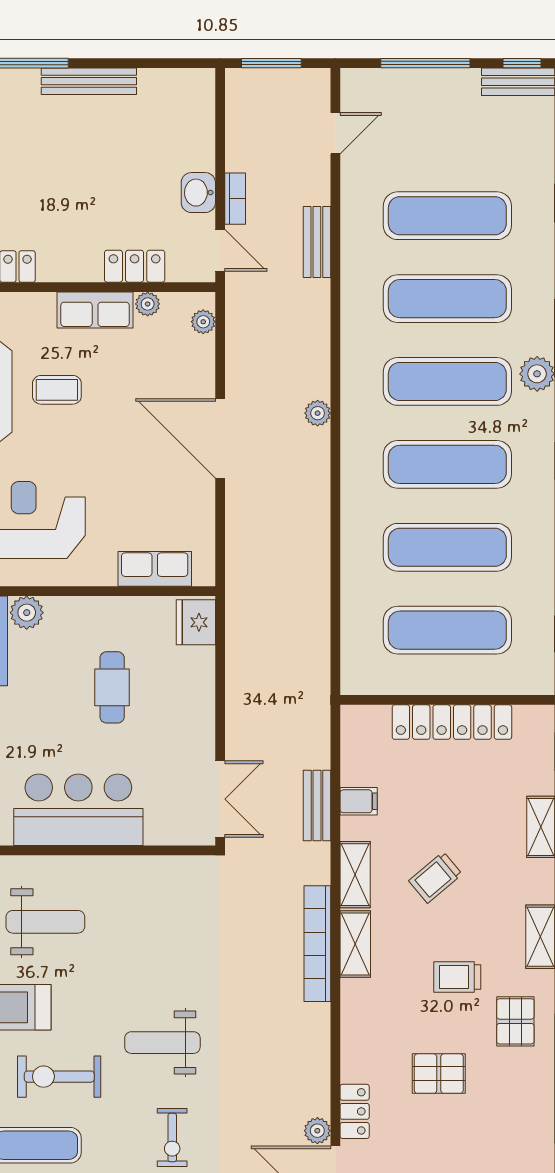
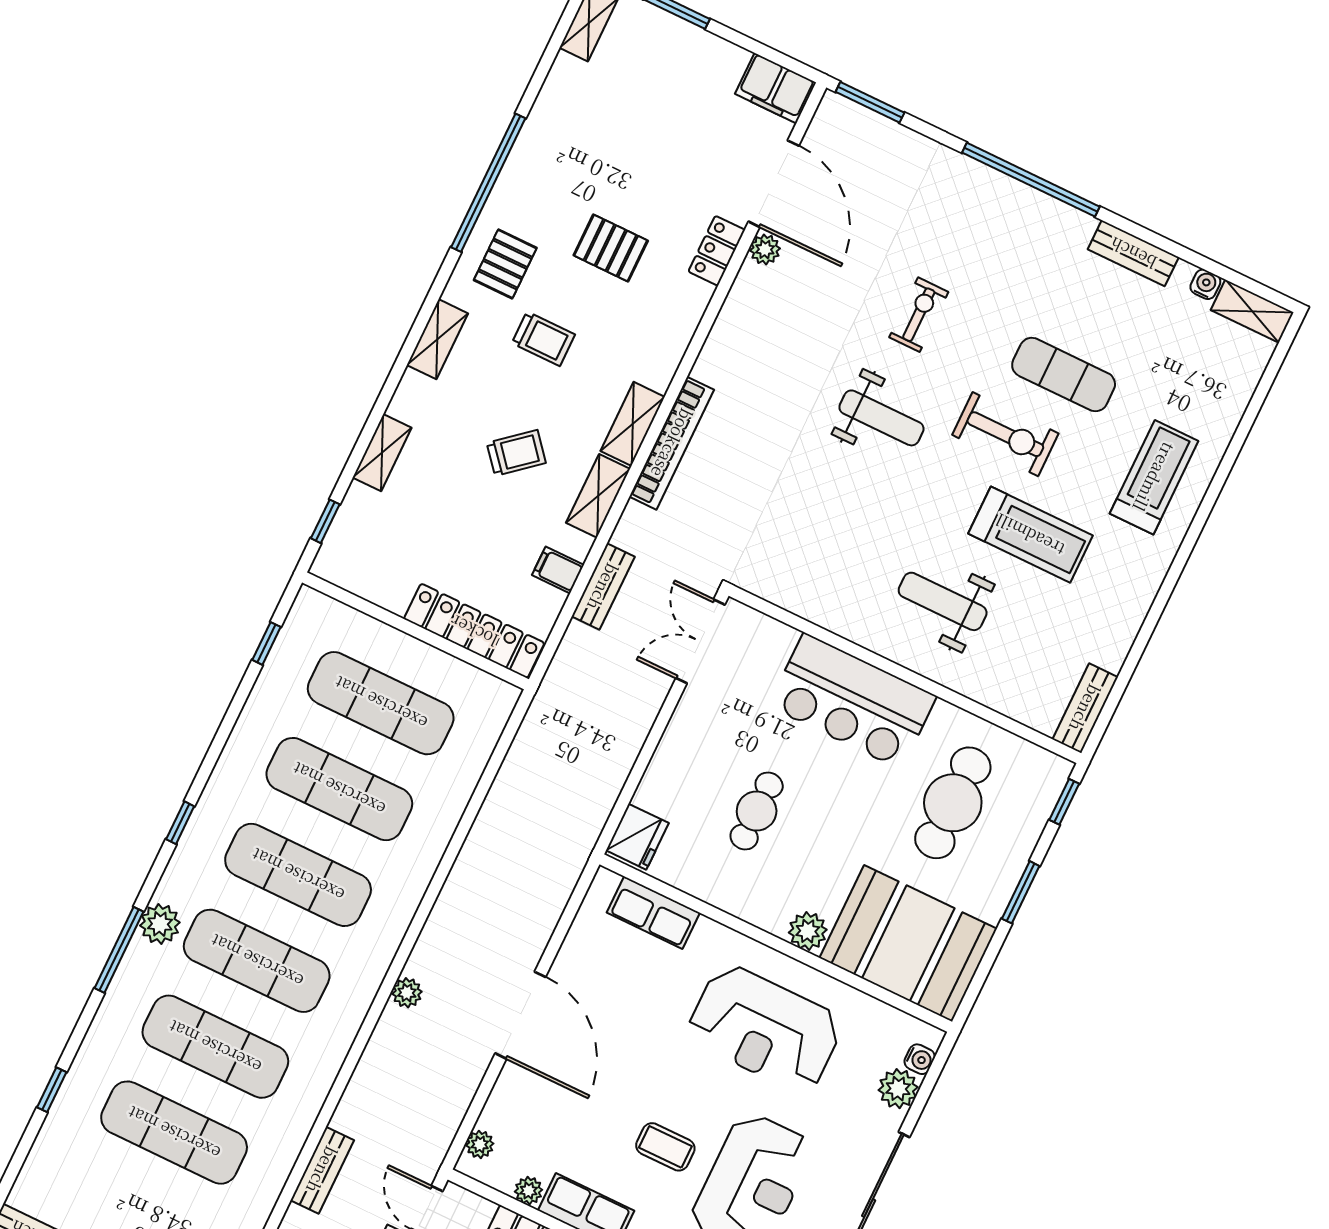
locker: (452, 722) -> (474, 631), moved

